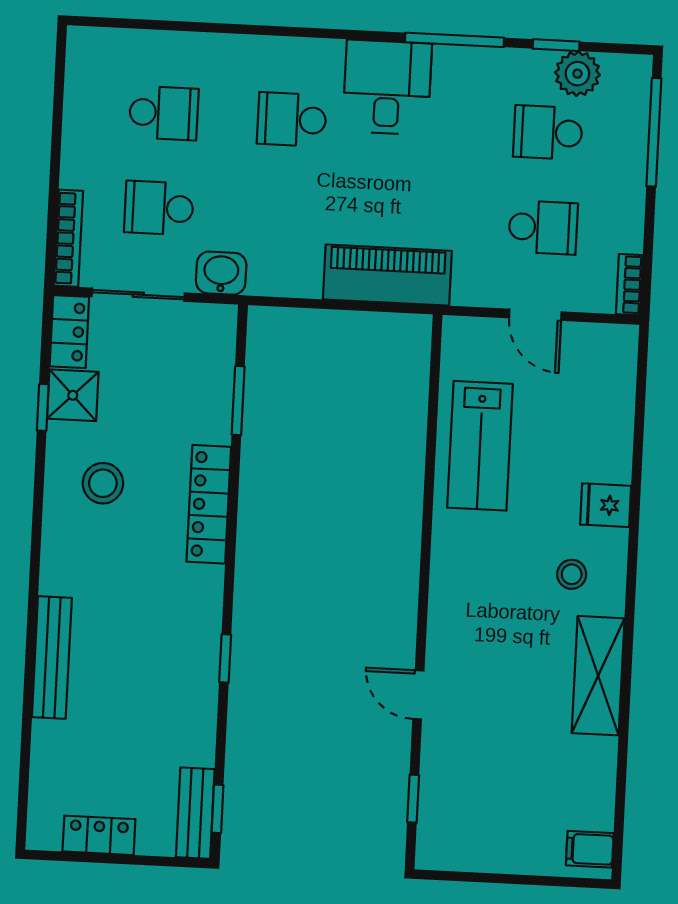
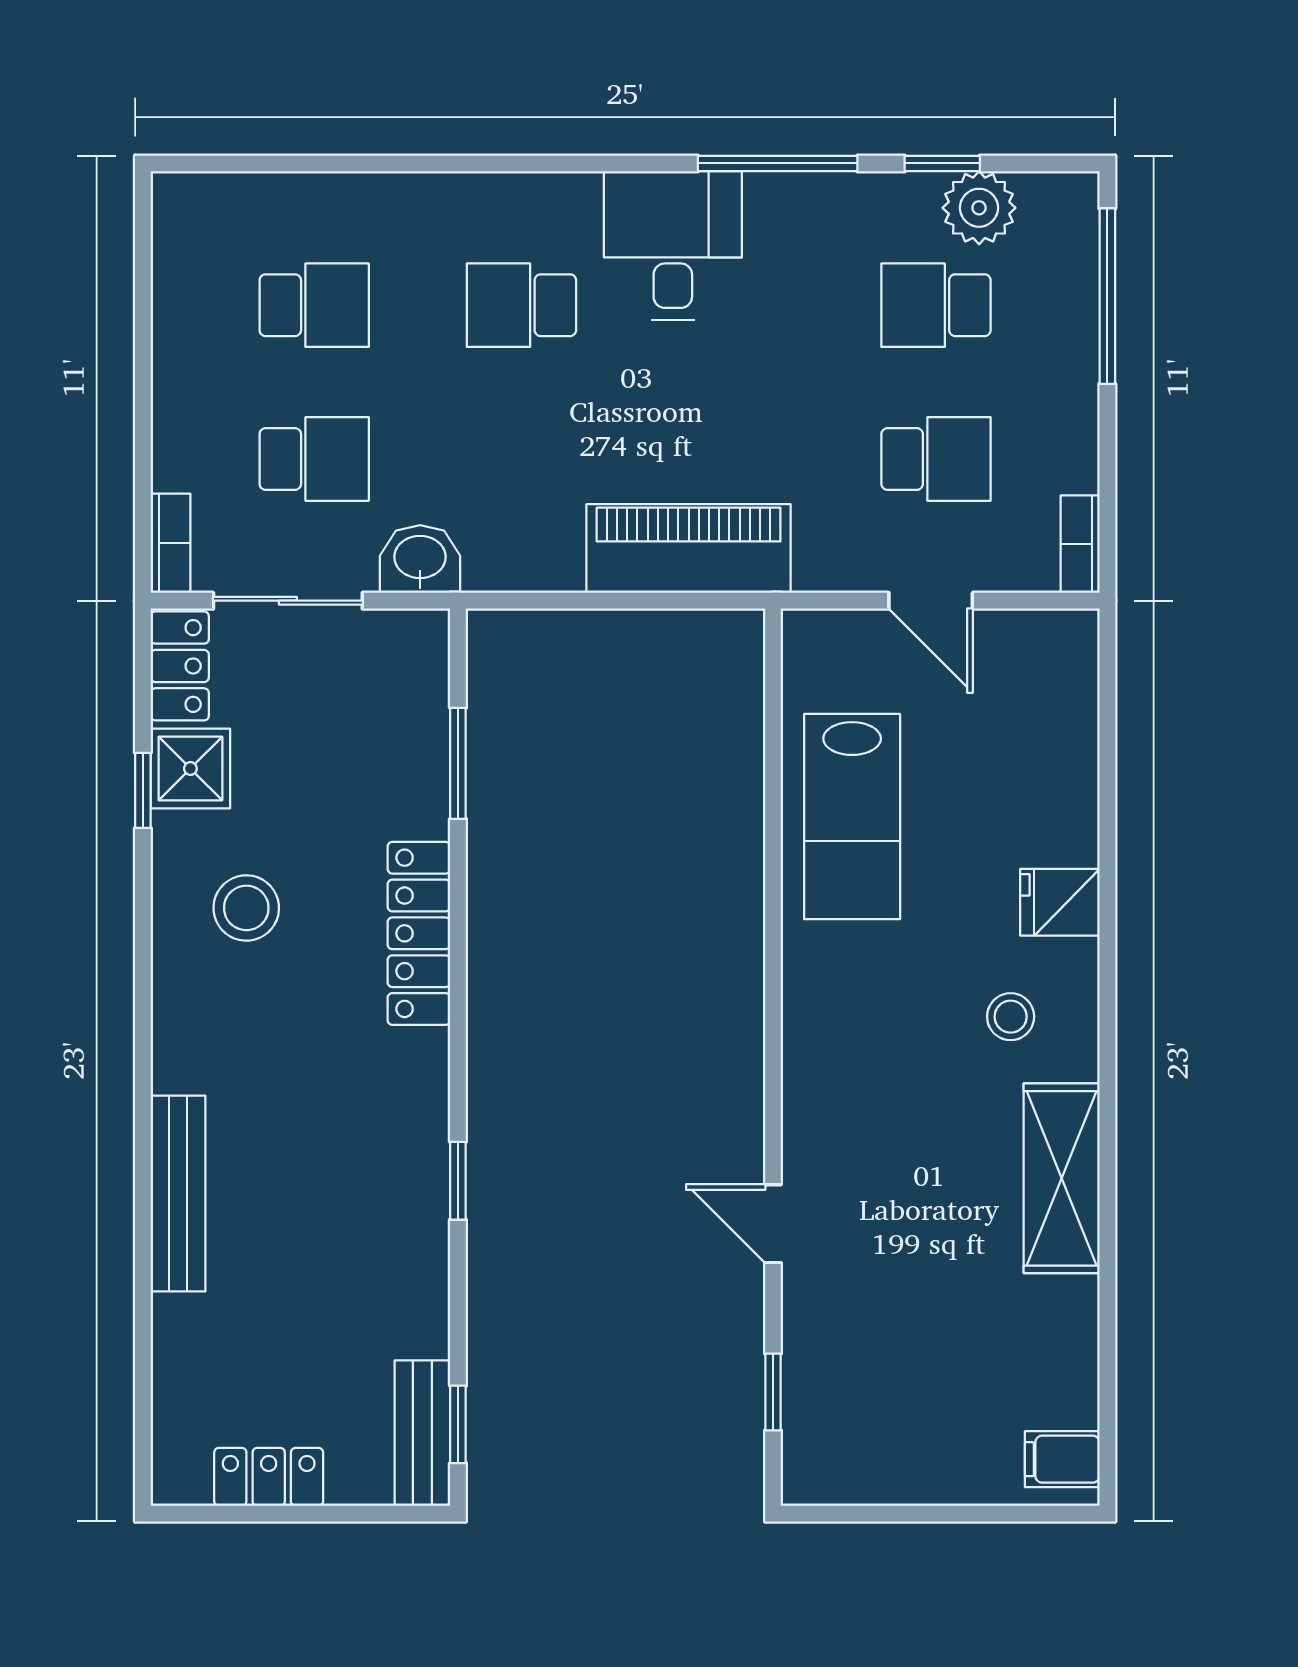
school desk: (159, 208) -> (314, 459), turned 180
bookcase: (68, 238) -> (170, 543), width x0.64

